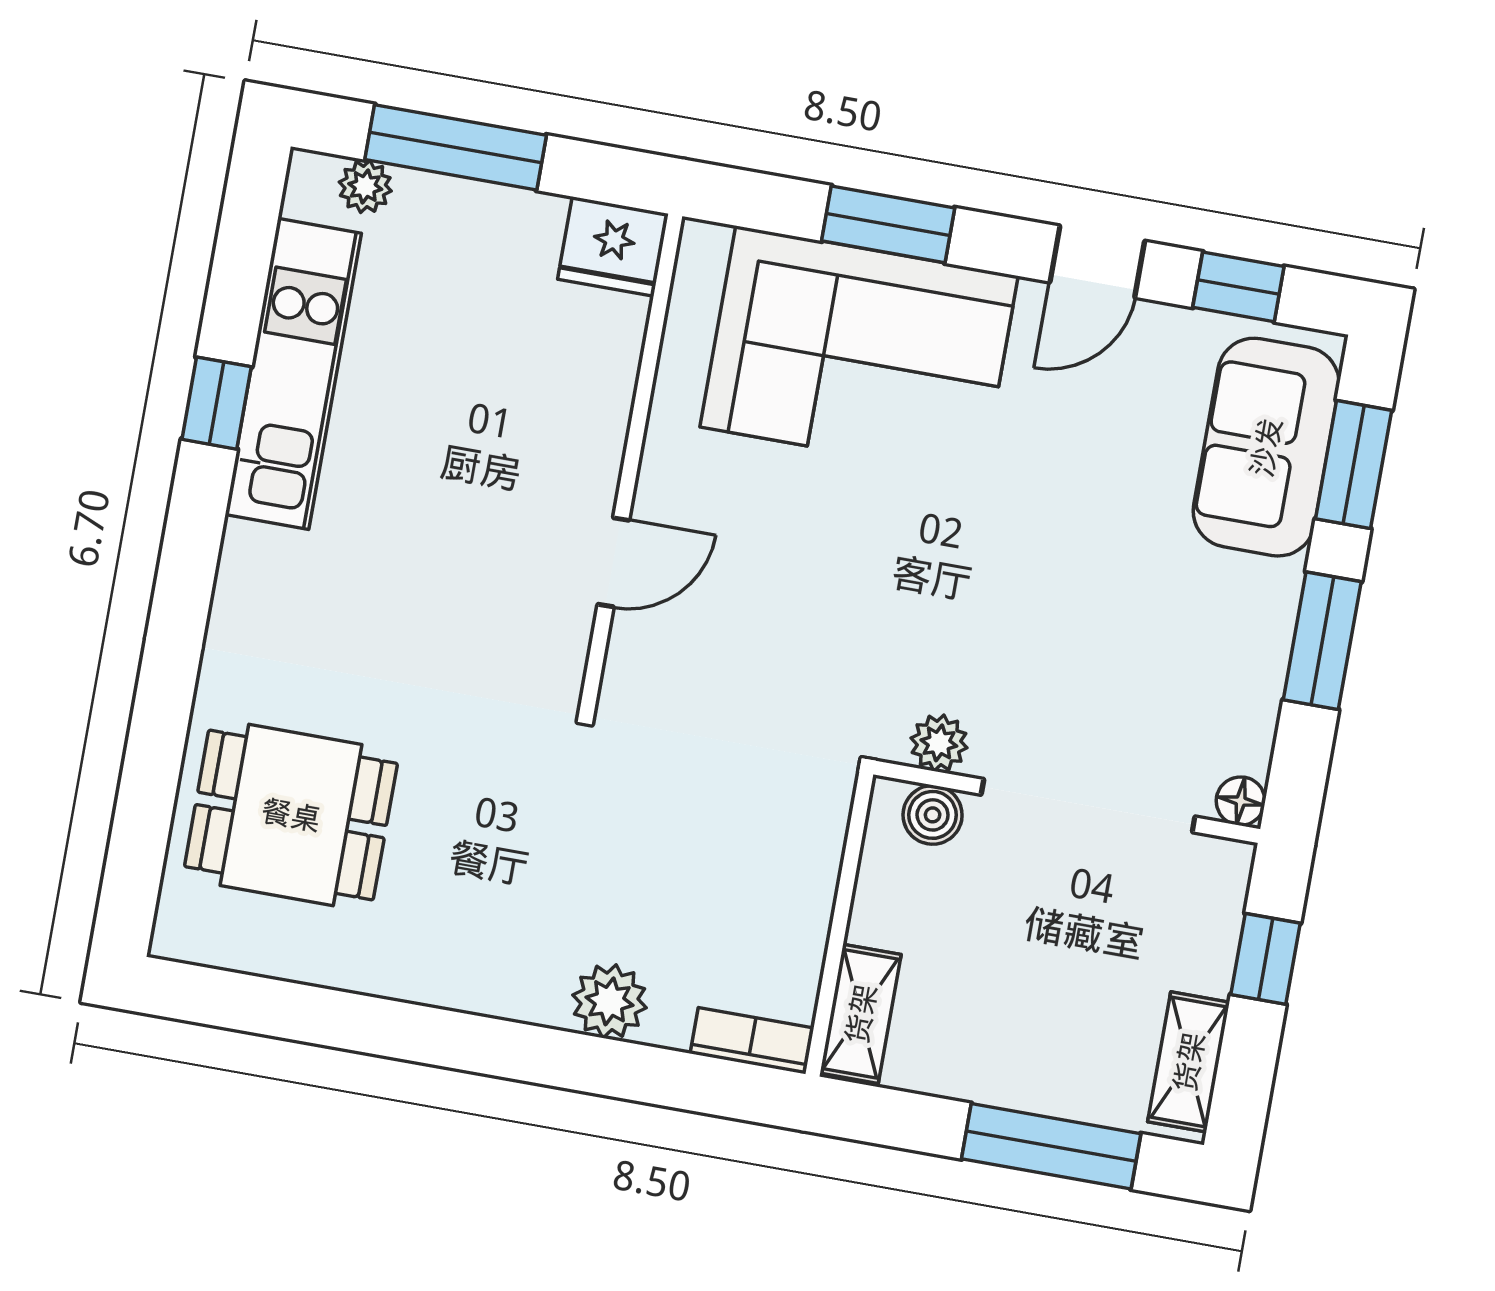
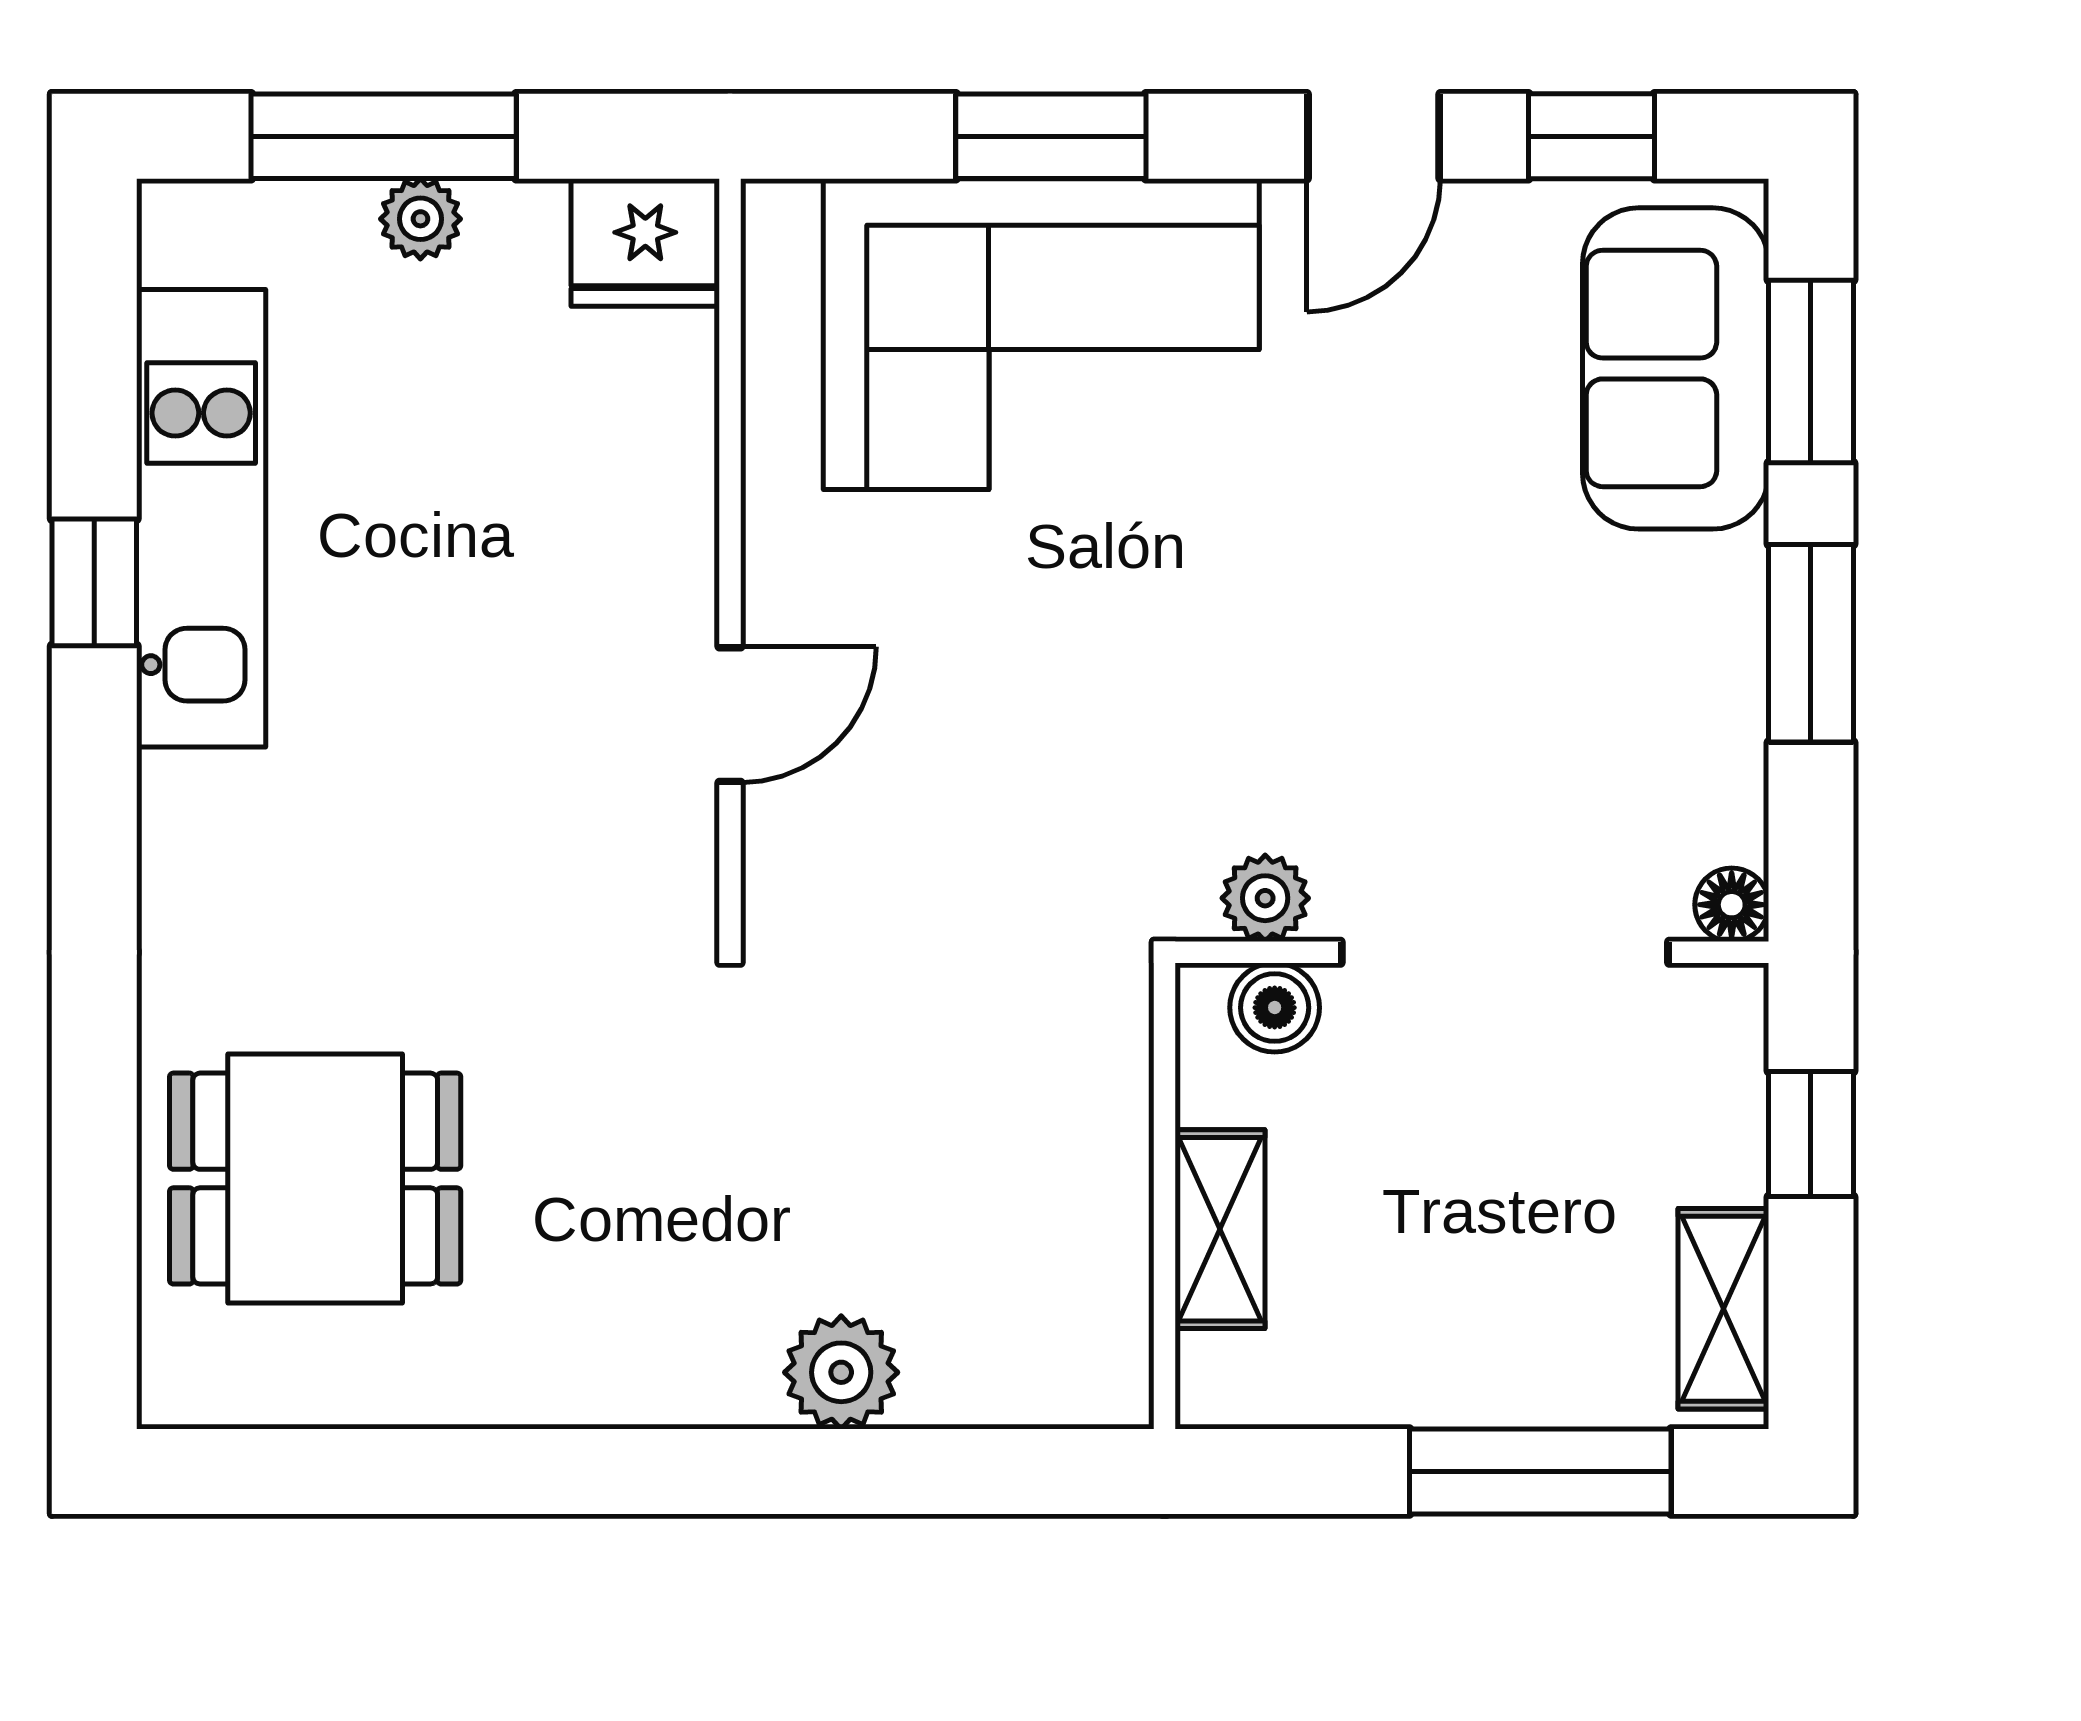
plant: (365, 187) -> (420, 219), moved
shelving: (861, 1014) -> (1220, 1229), moved
bookcase: (752, 1041) -> (1065, 1393), removed

